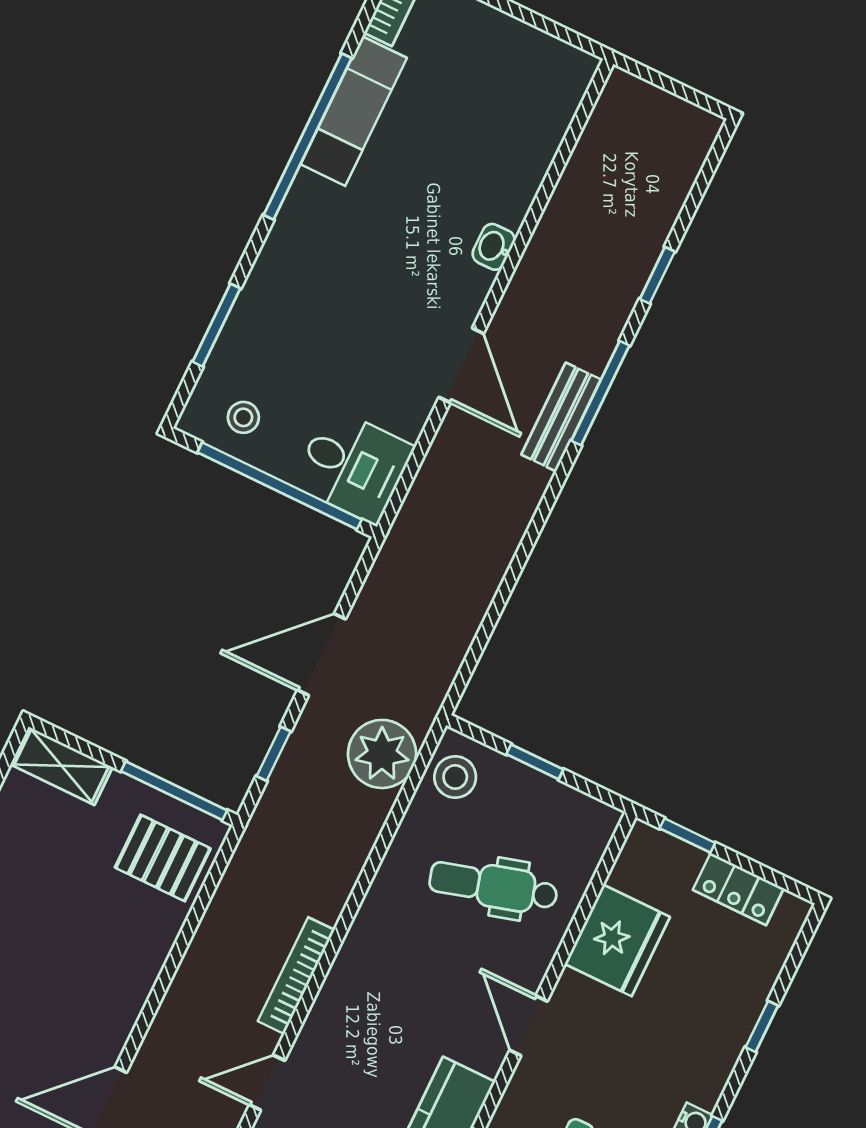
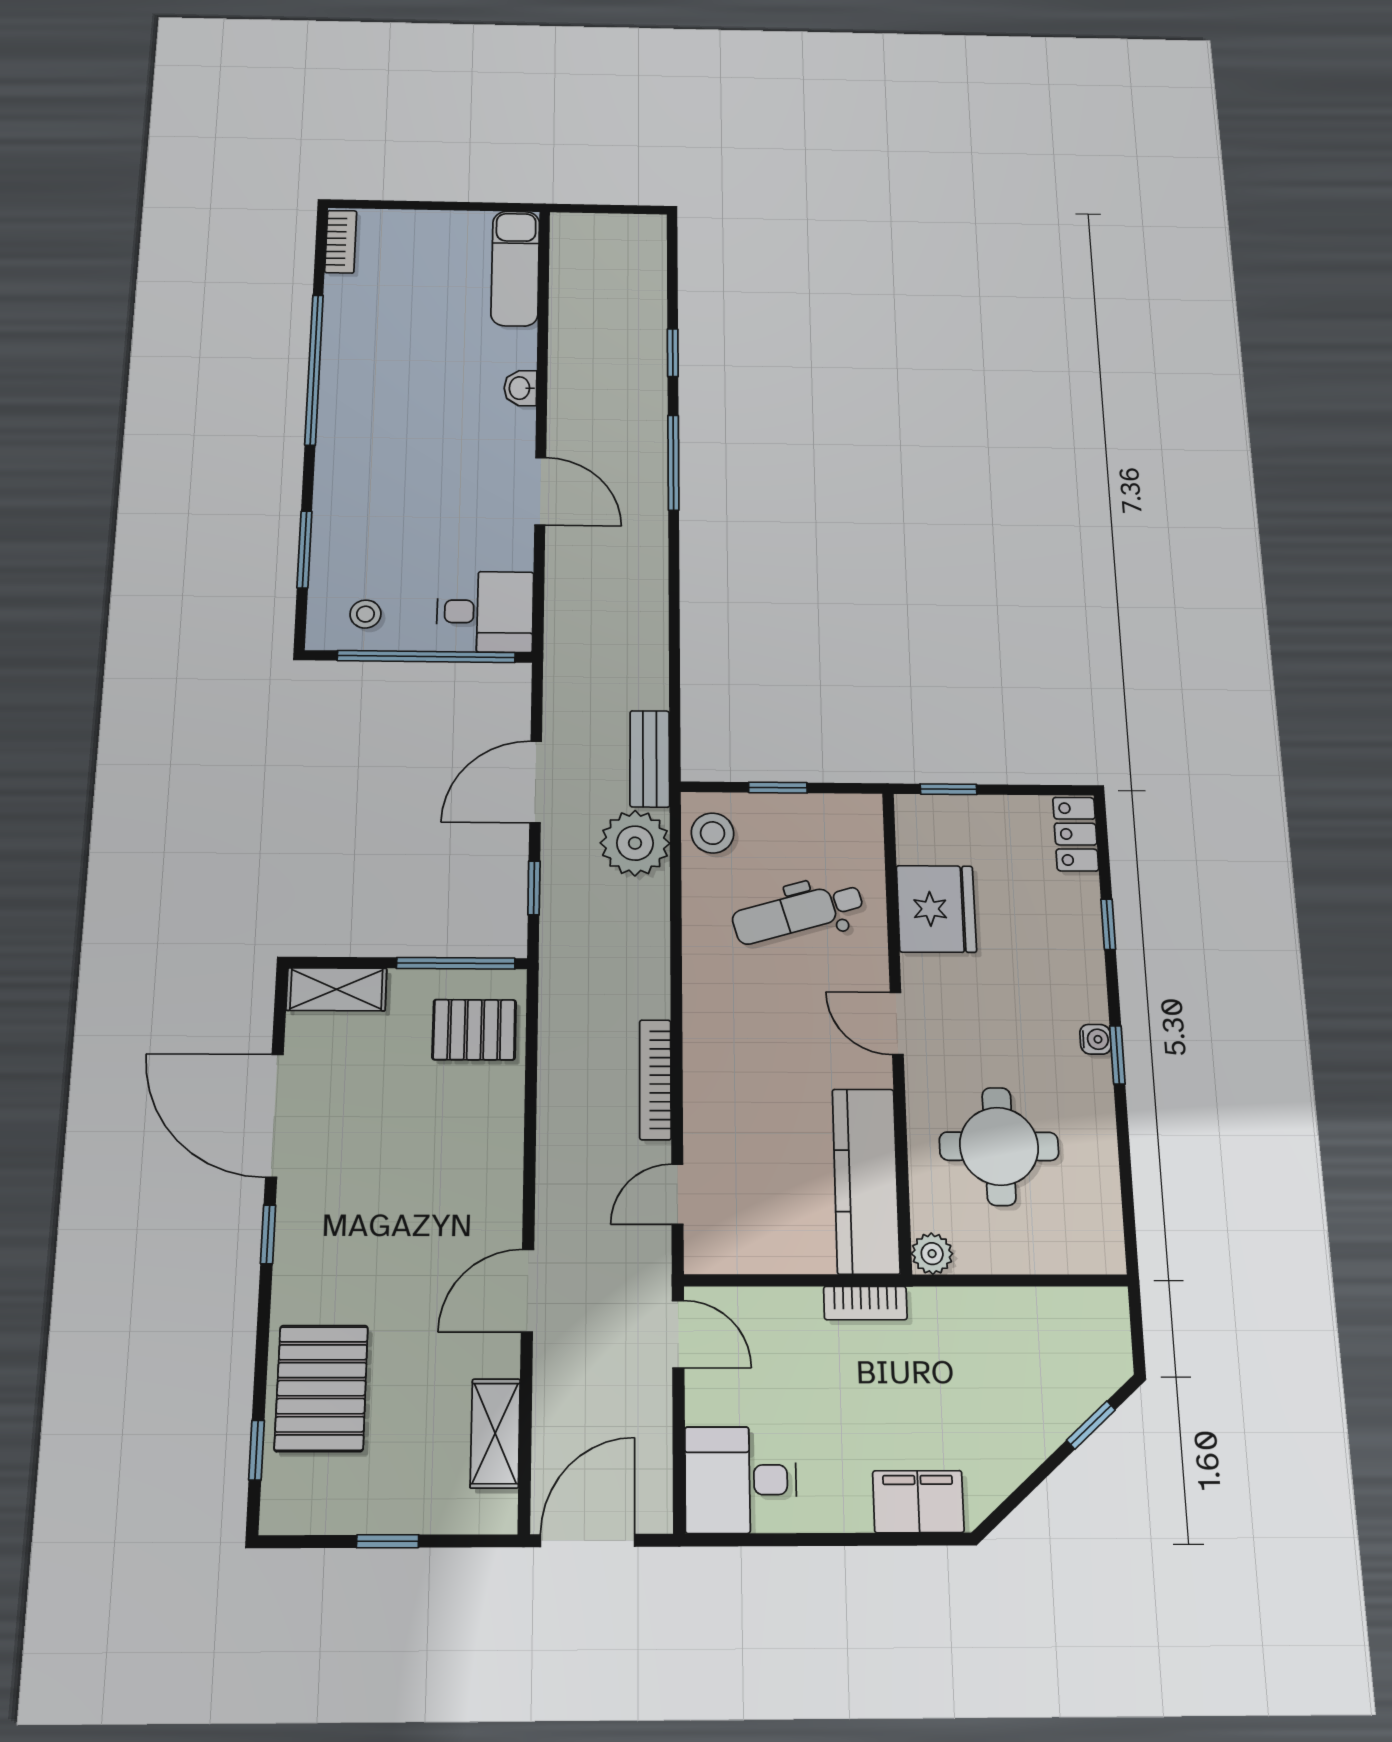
exam couch: (354, 111) -> (515, 268), moved, turned 180
bench: (561, 417) -> (650, 759), moved
locker: (738, 889) -> (1076, 834), moved, turned 90

